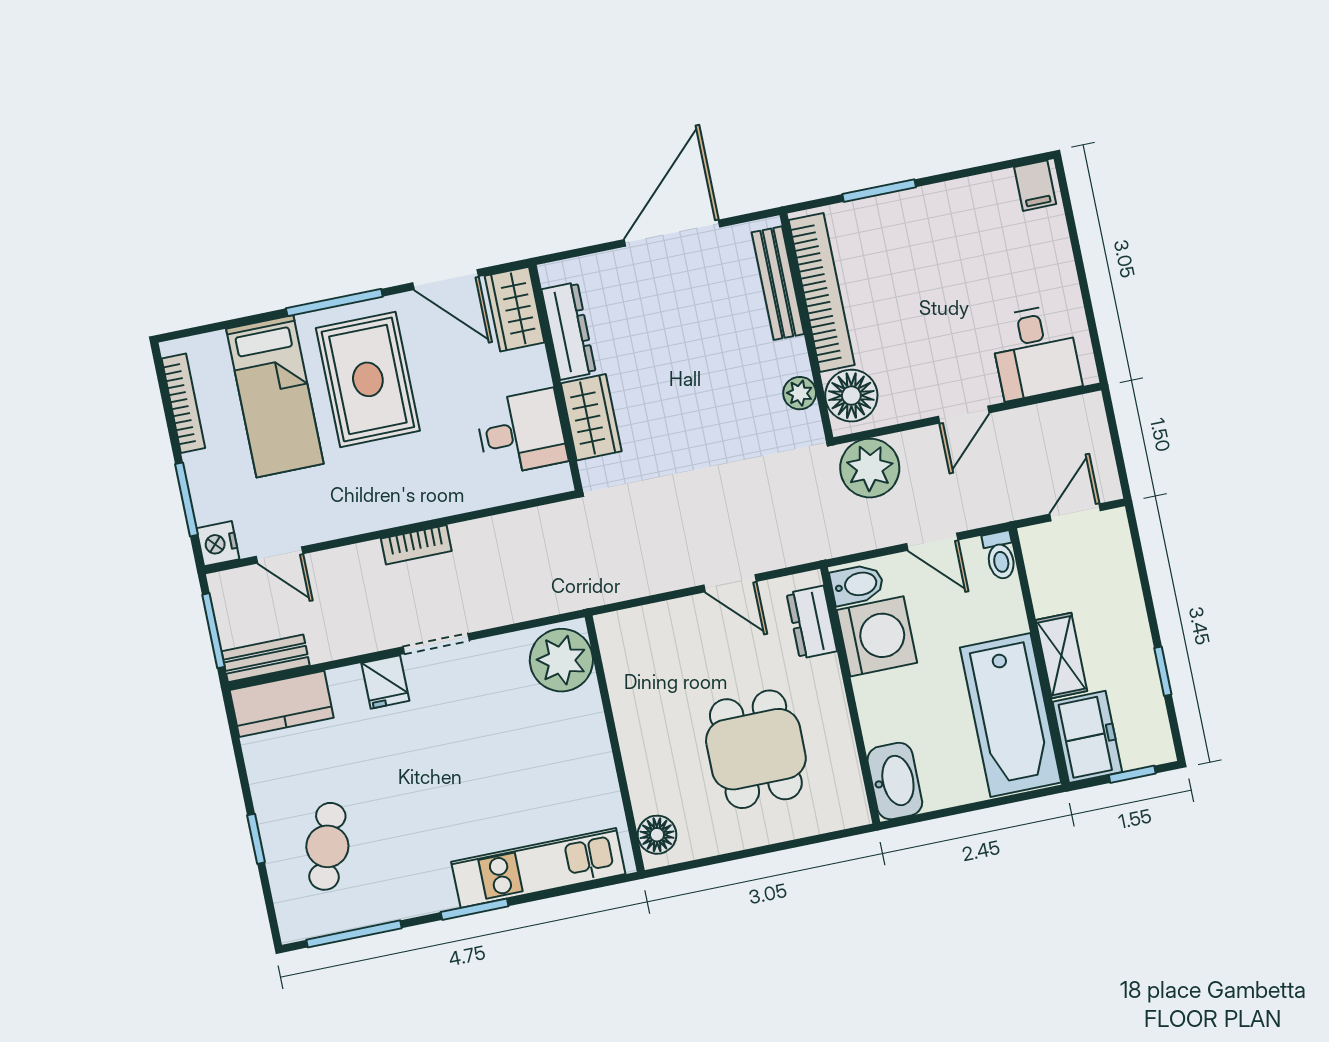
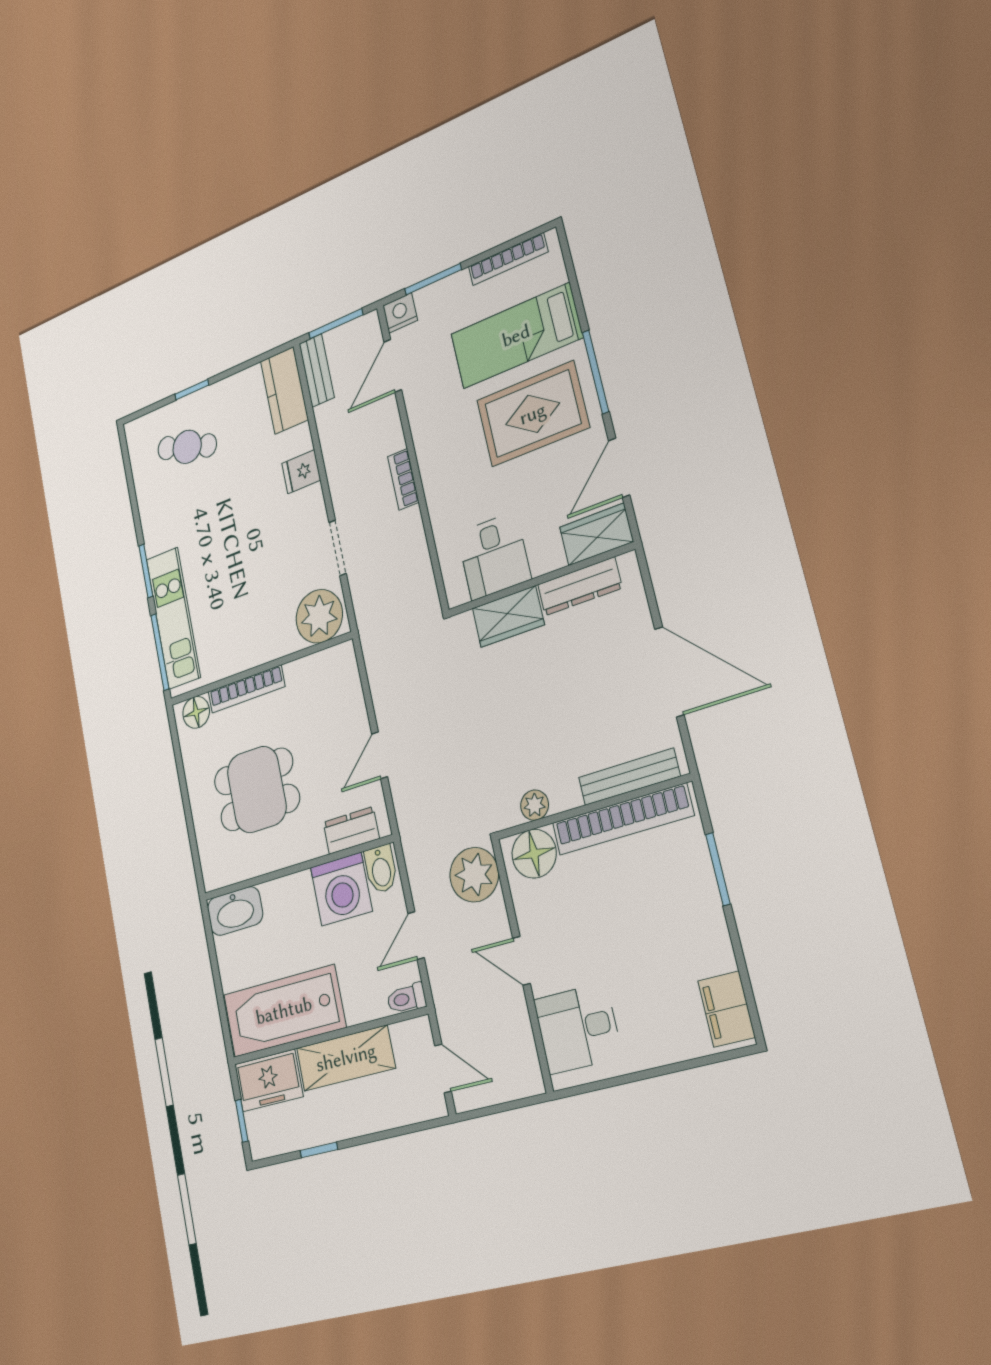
filing cabinet: (1035, 186) -> (726, 1009), width x2.00
door: (280, 555) -> (393, 366), width x1.38
doorway: (436, 644) -> (338, 548), moved
shelving: (1061, 656) -> (346, 1058), width x1.50, depth x1.33
bookcase: (636, 762) -> (246, 689), added
window: (354, 934) -> (160, 652), moved

